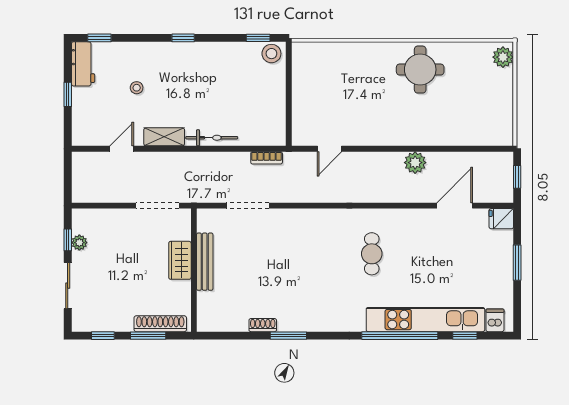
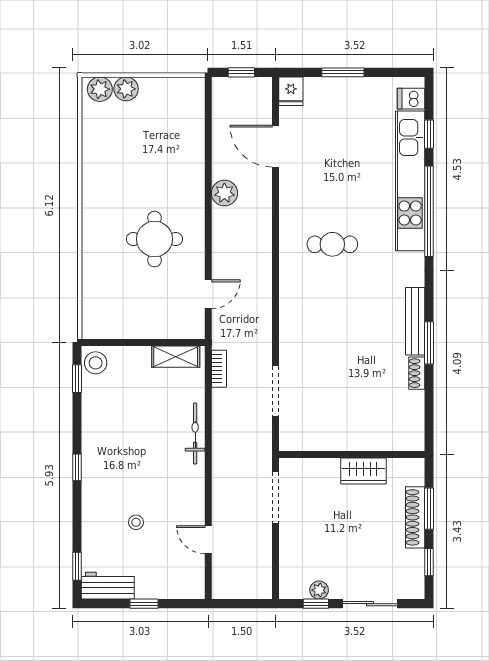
round table: (420, 70) -> (154, 239), moved
plant: (503, 79) -> (126, 89), added
shelving: (164, 137) -> (176, 357), moved, turned 90
door: (329, 149) -> (208, 294), hinge flipped
wardrobe: (180, 260) -> (363, 471), moved
bench: (205, 262) -> (415, 321), moved, turned 90
shoe rack: (160, 324) -> (415, 517), moved

